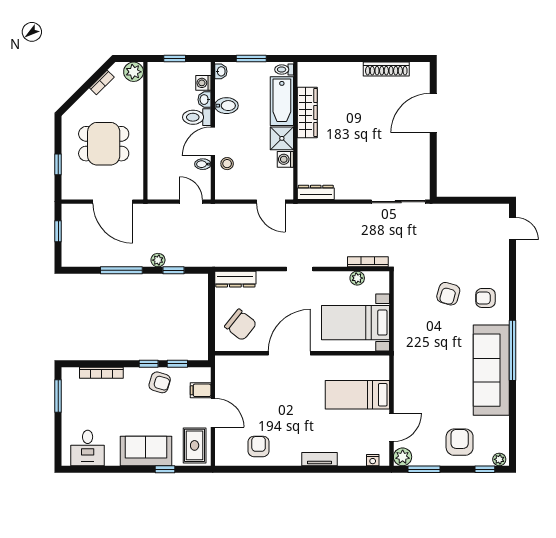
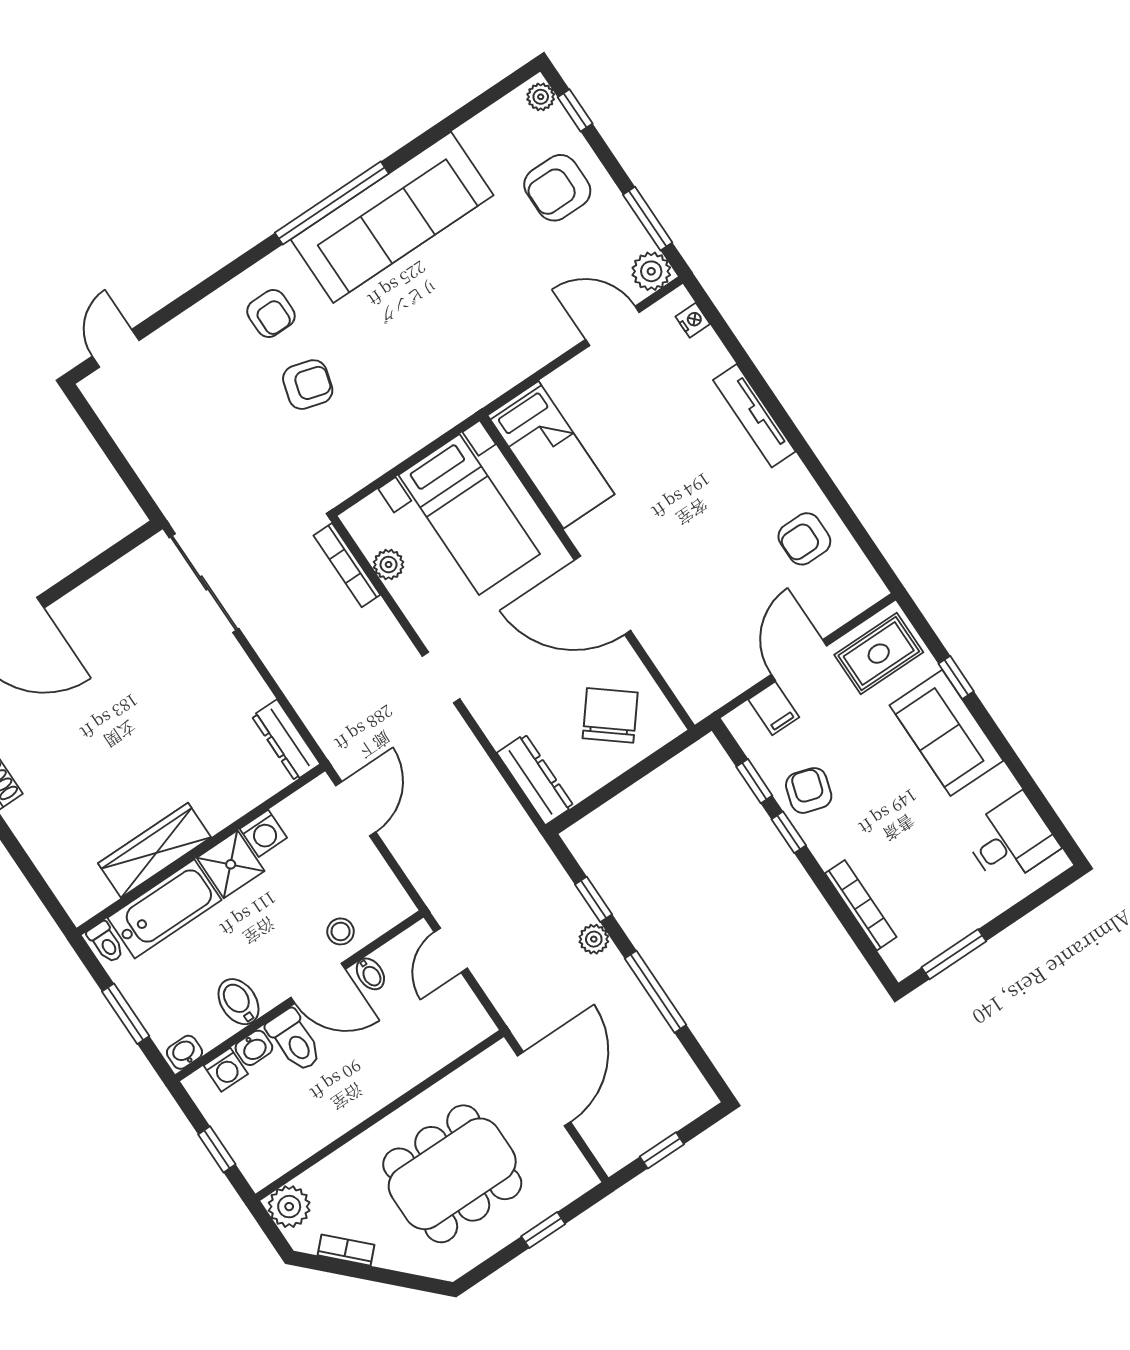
dining table: (104, 144) -> (452, 1174), width x1.38
bed: (357, 395) -> (551, 455), moved
tv unit: (320, 459) -> (754, 416), width x1.41

